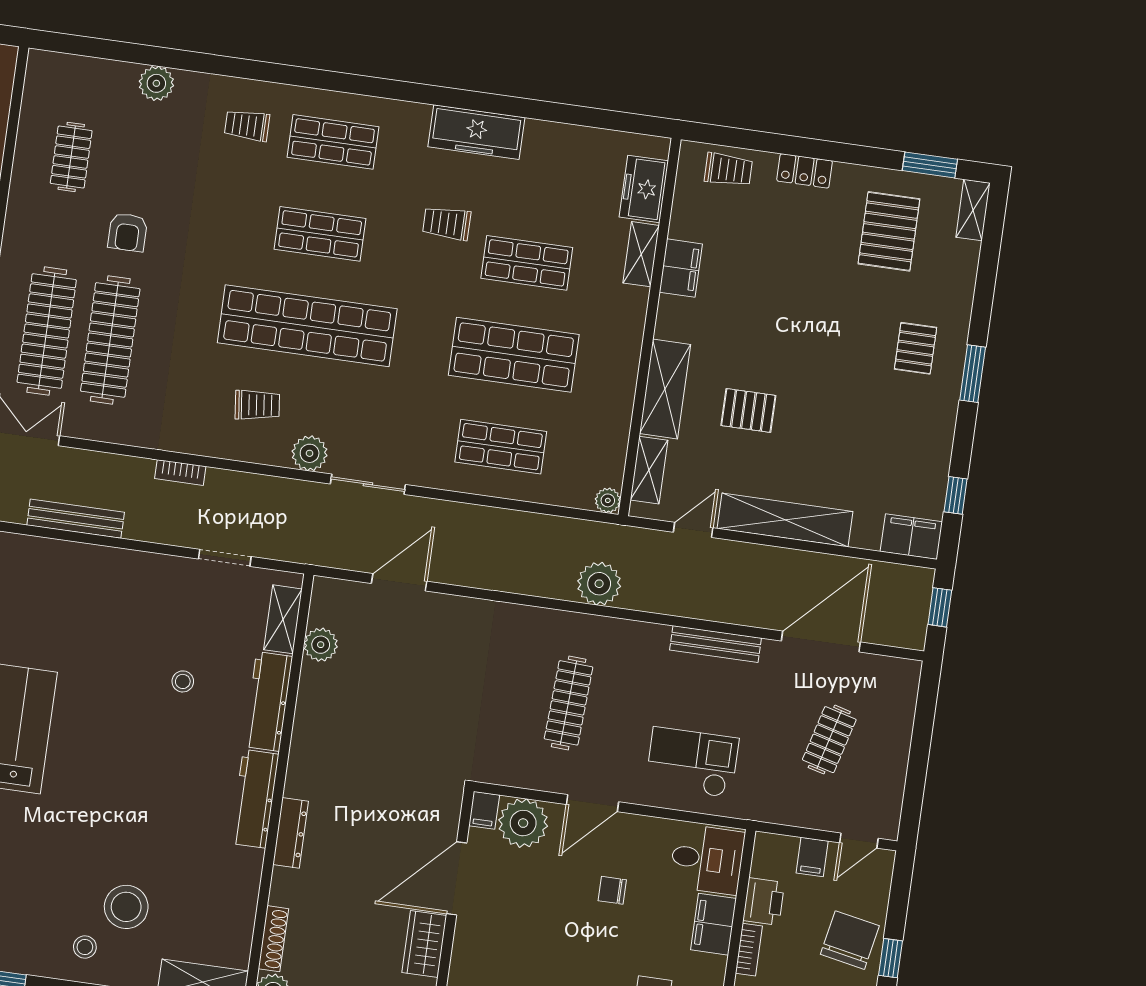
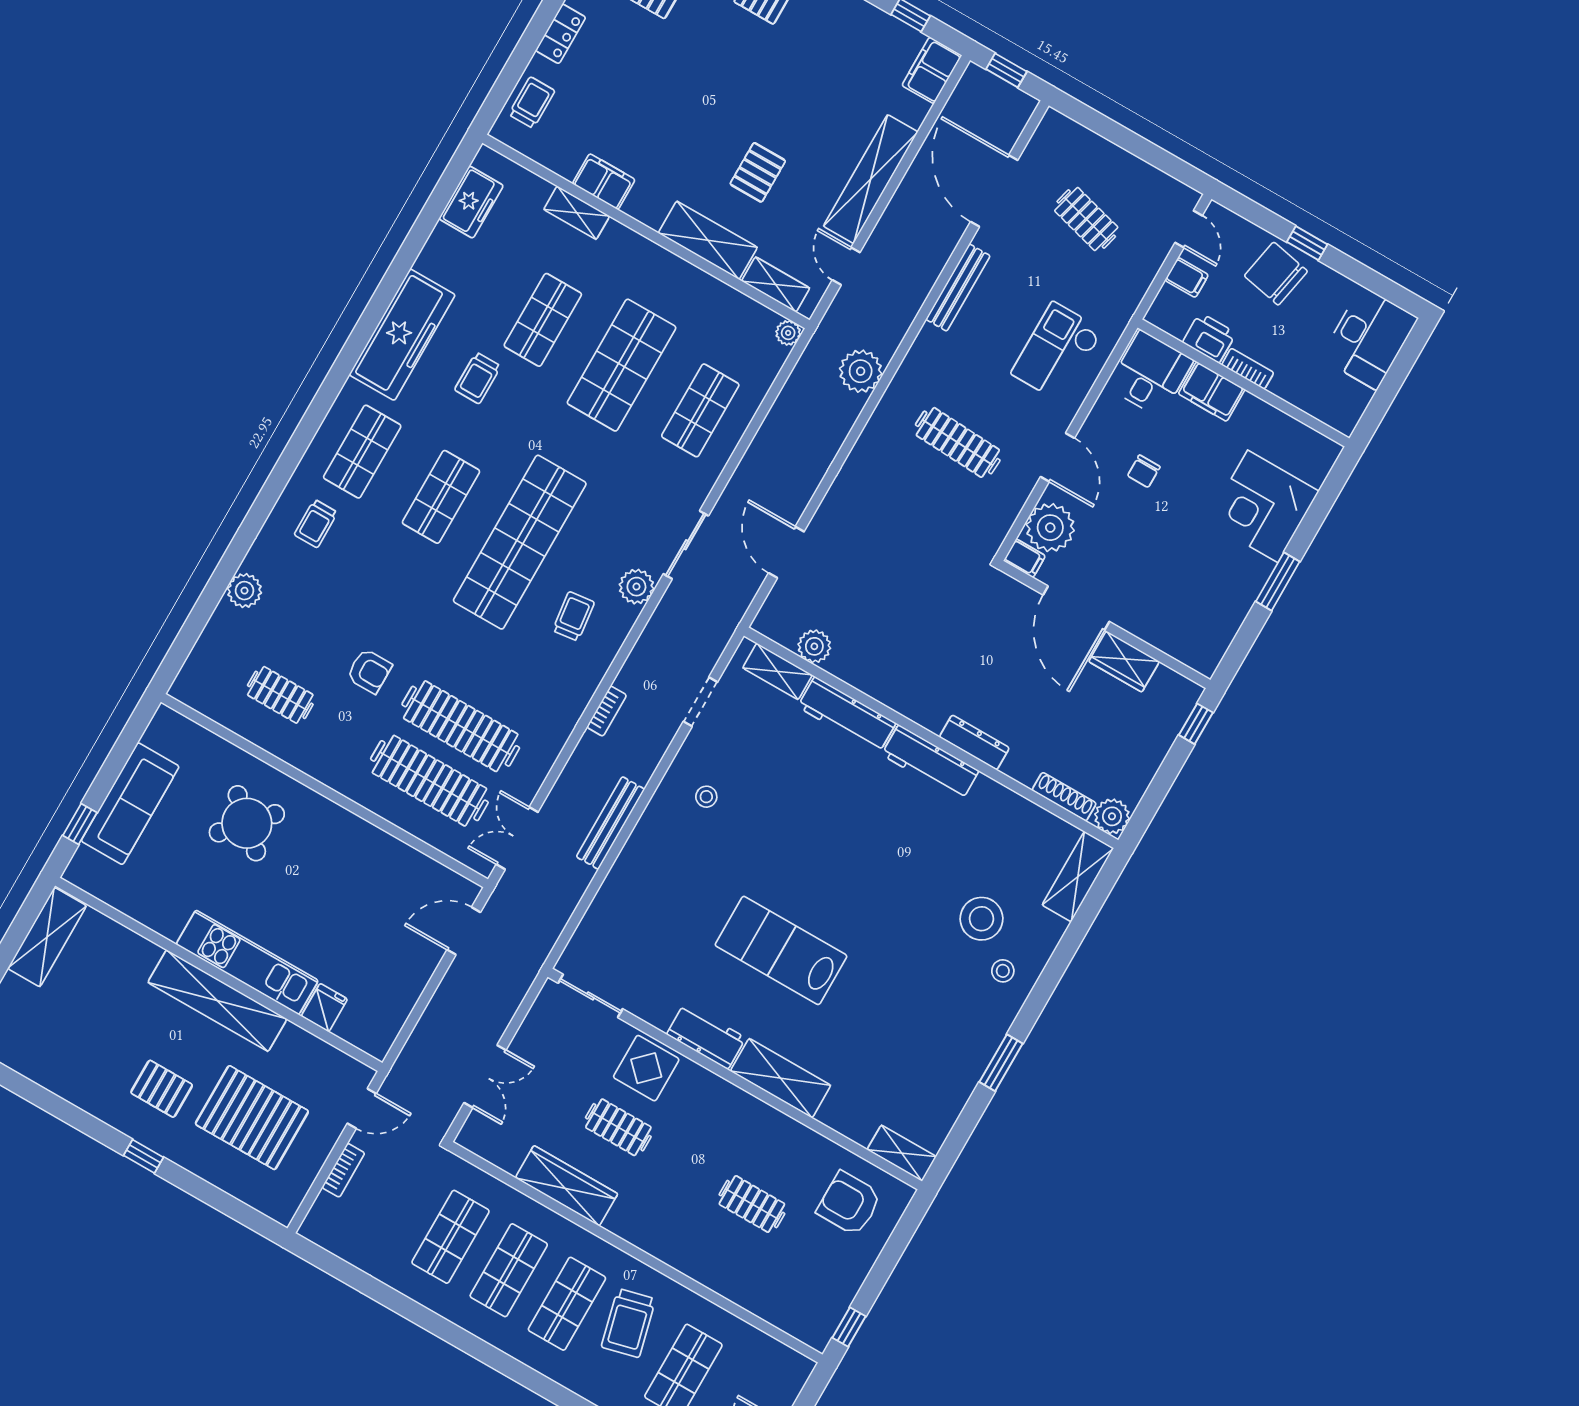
freezer: (476, 132) -> (402, 335), width x1.36, depth x1.26
freezer: (644, 189) -> (471, 202), moved, turned -90
stool: (183, 681) -> (706, 797), moved

